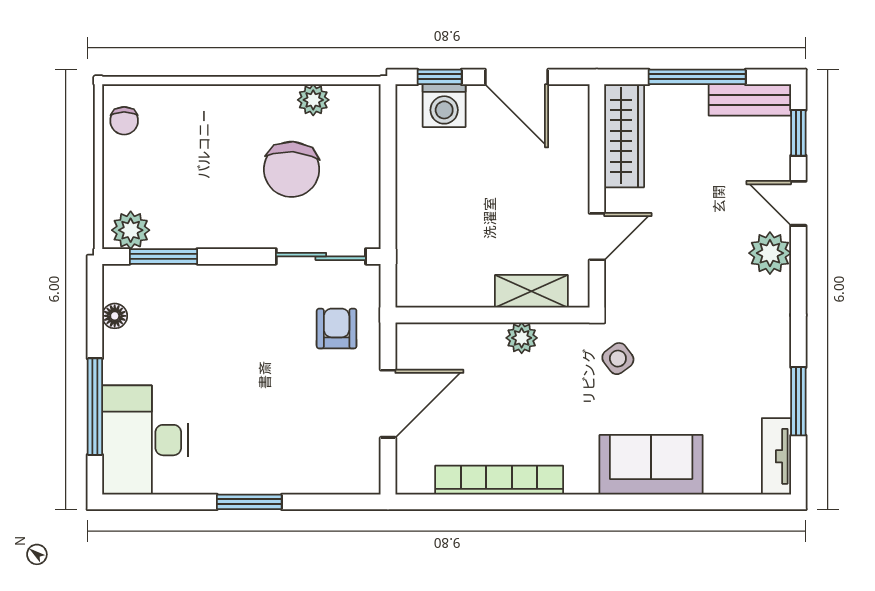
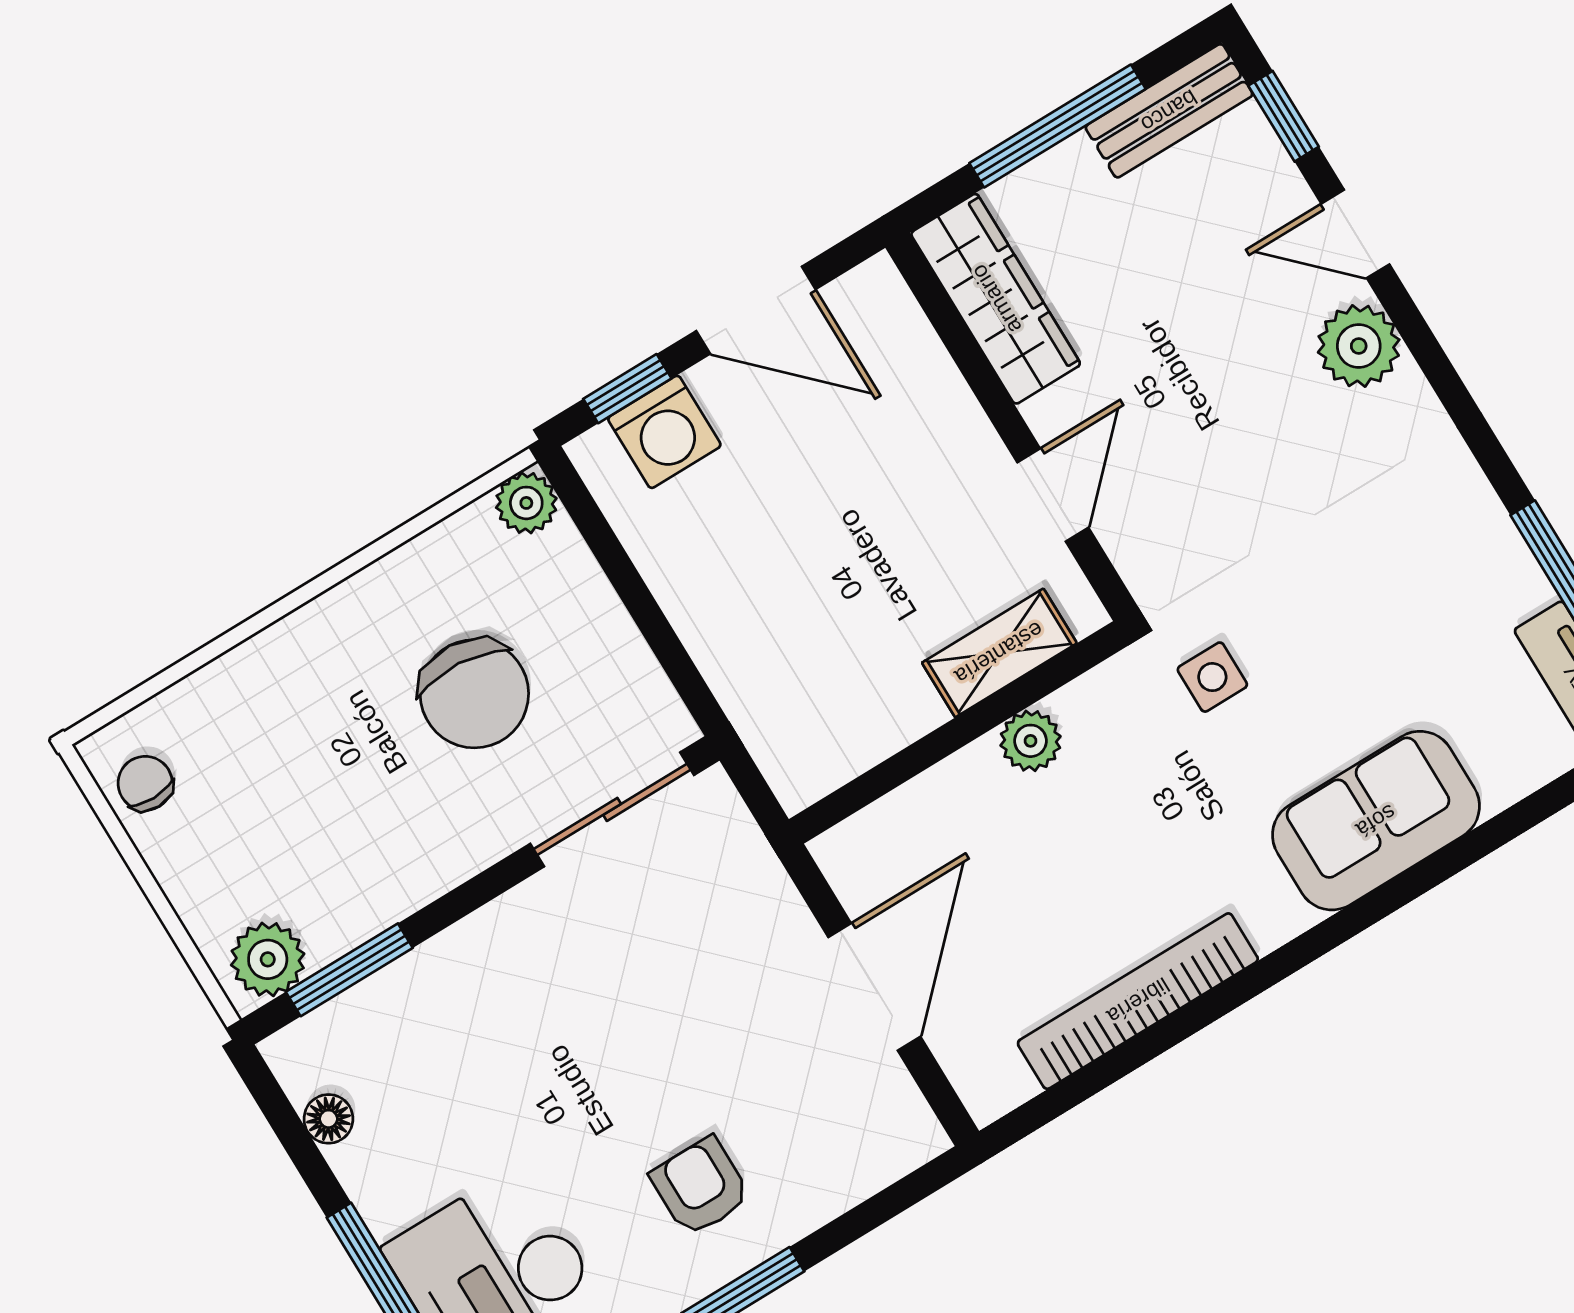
plant: (313, 100) -> (526, 503), moved
chair: (124, 121) -> (145, 783), turned 180
armchair: (337, 329) -> (700, 1187), moved
side table: (618, 359) -> (1212, 677), turned 37

